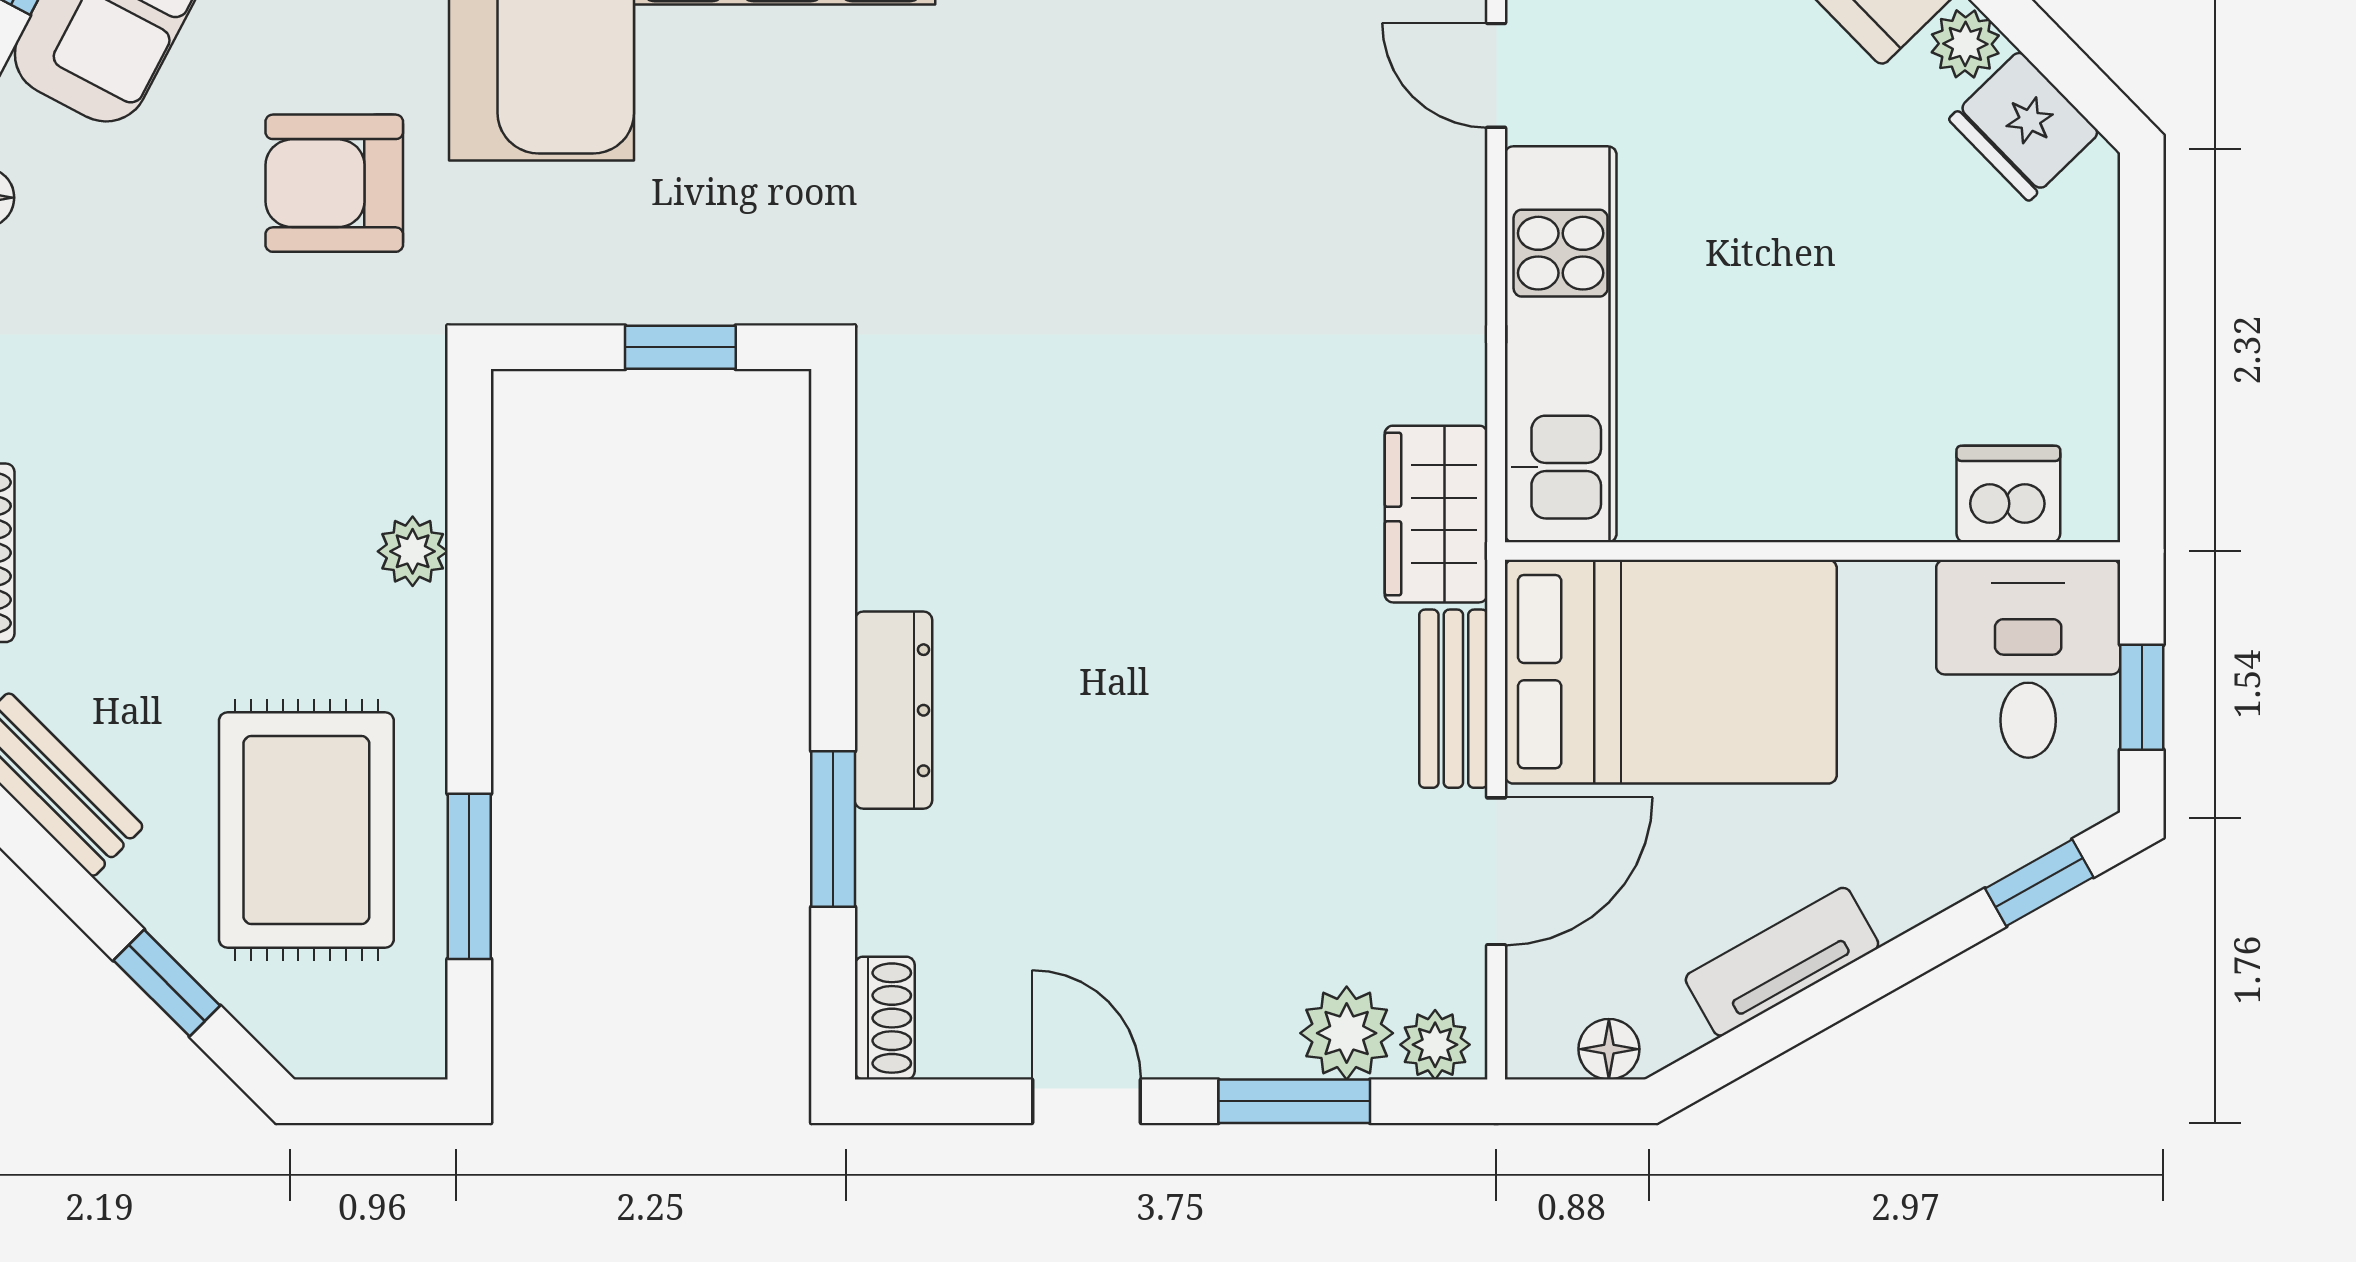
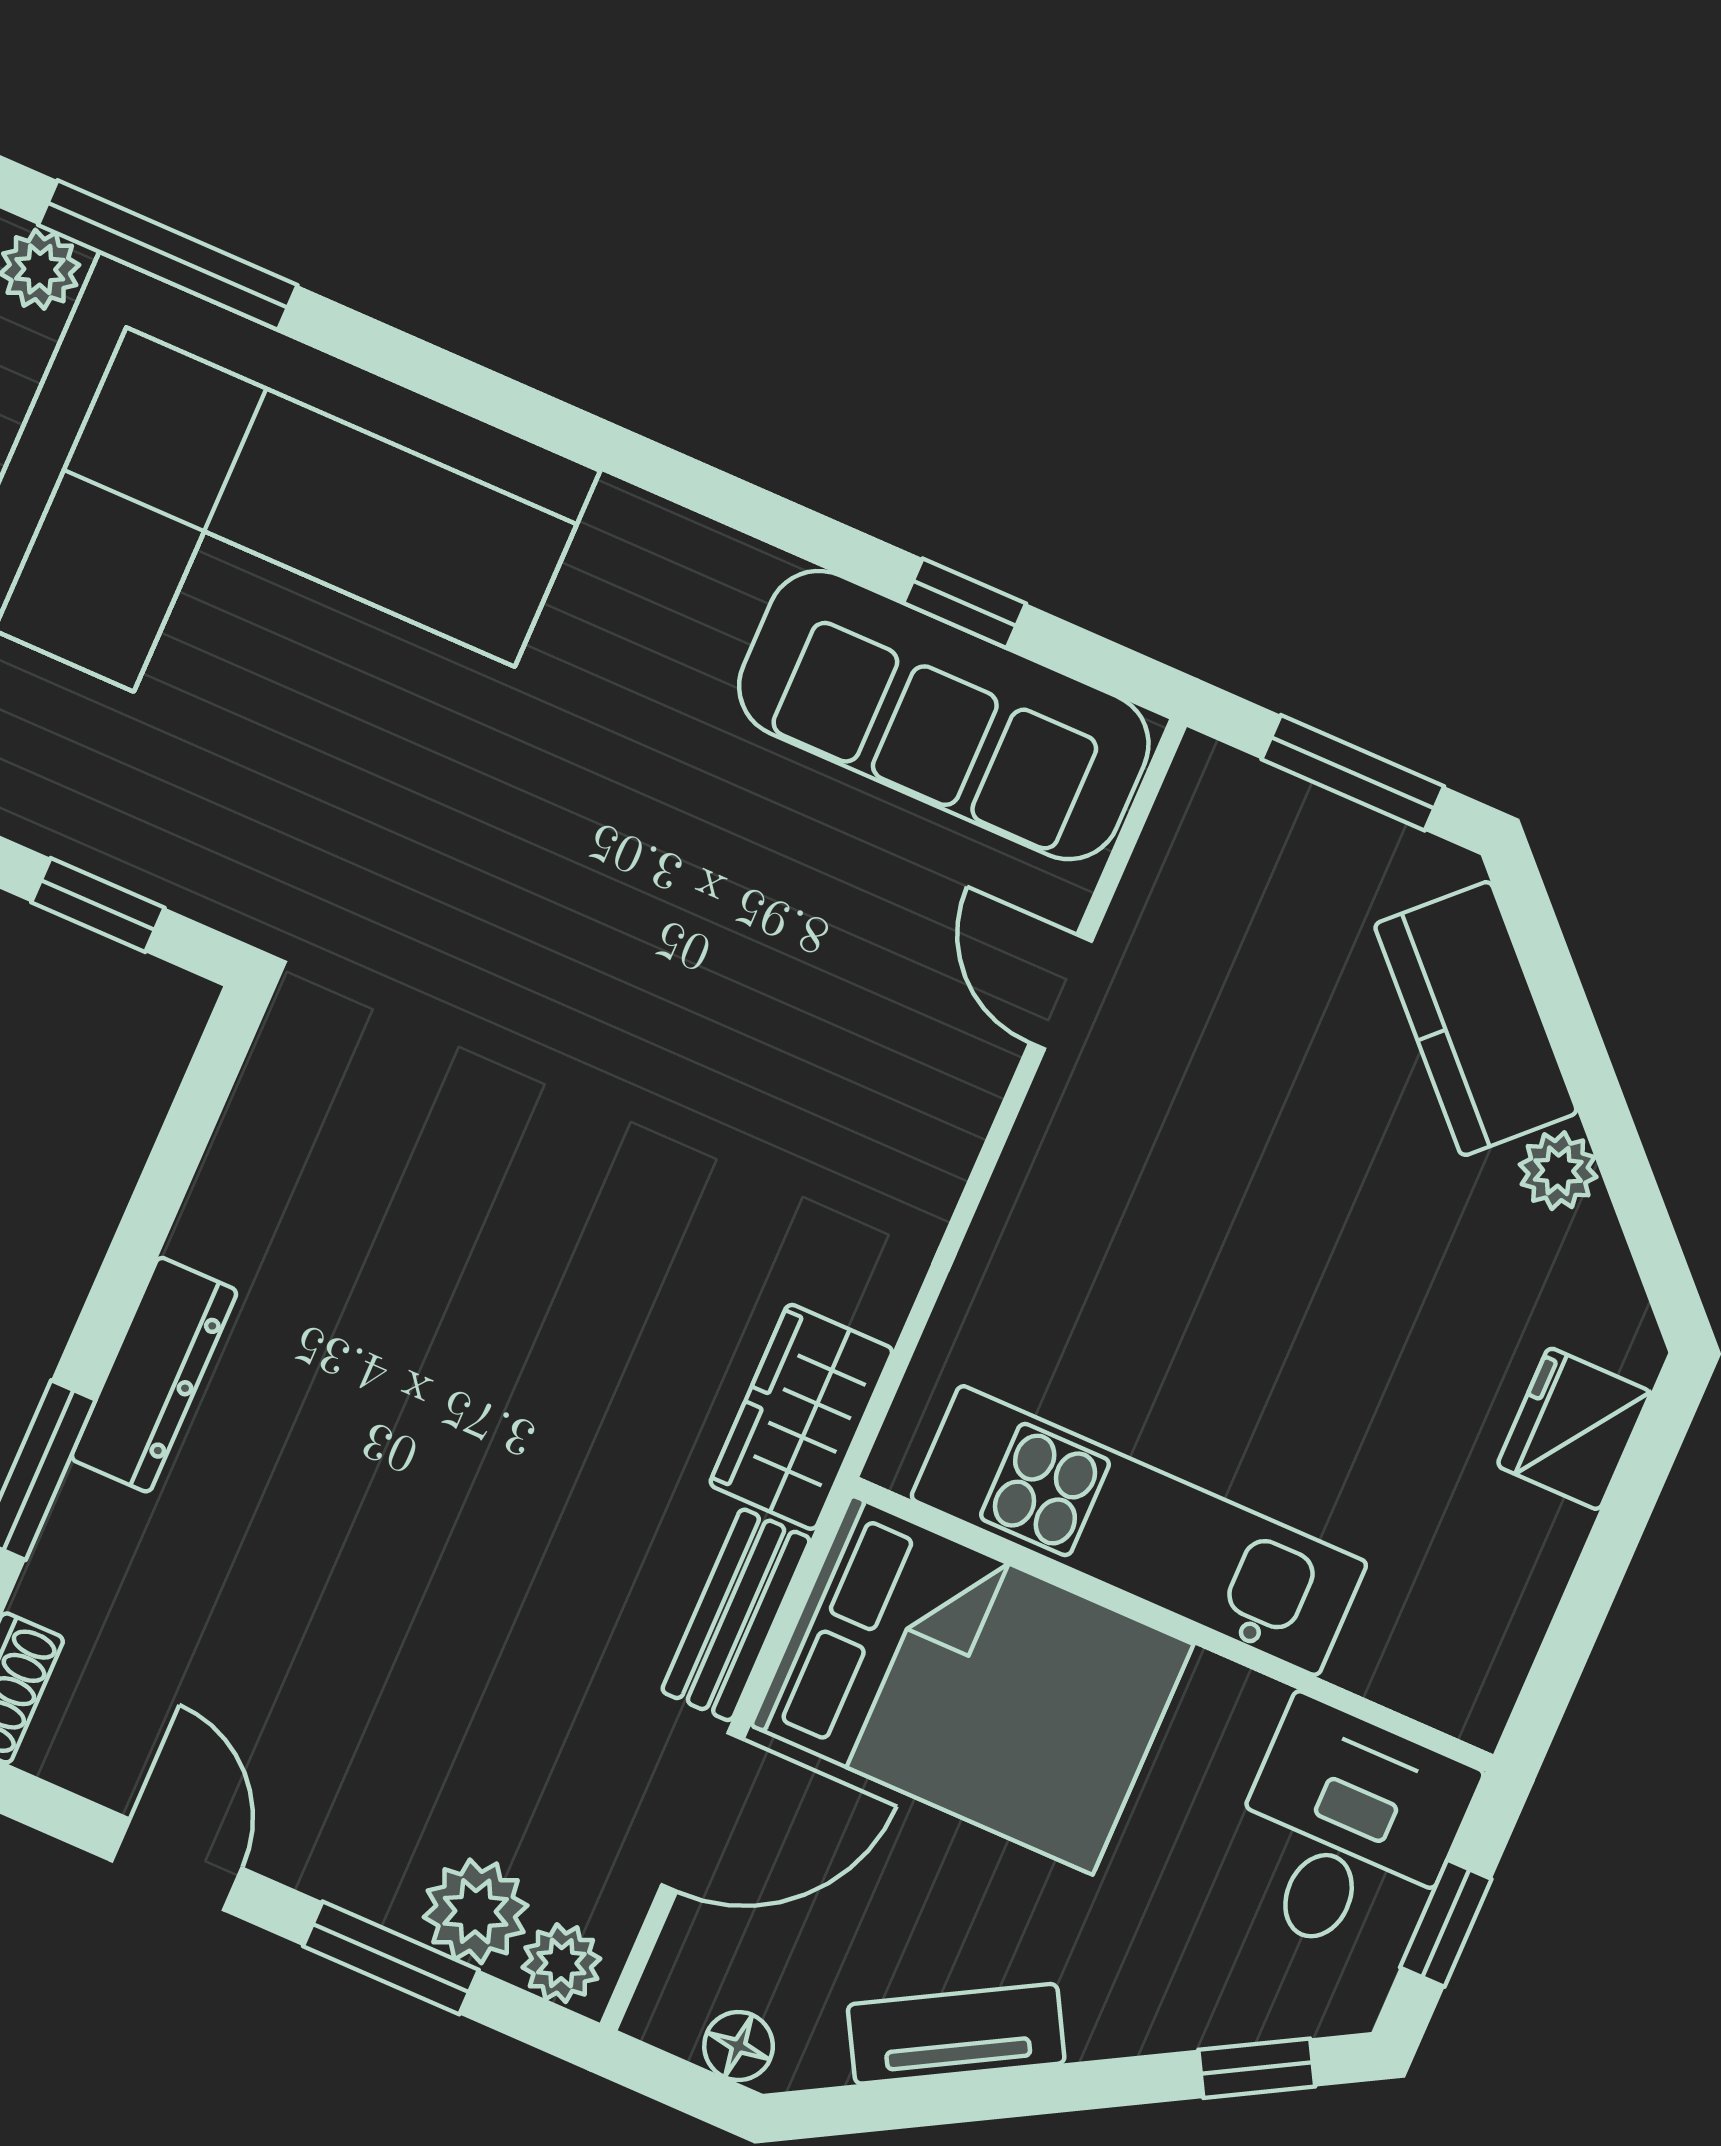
fridge: (2024, 126) -> (1574, 1429), moved, turned 44
kitchen unit: (1561, 344) -> (1139, 1531), moved, turned -90
dishwasher: (2008, 494) -> (1400, 1654), removed

